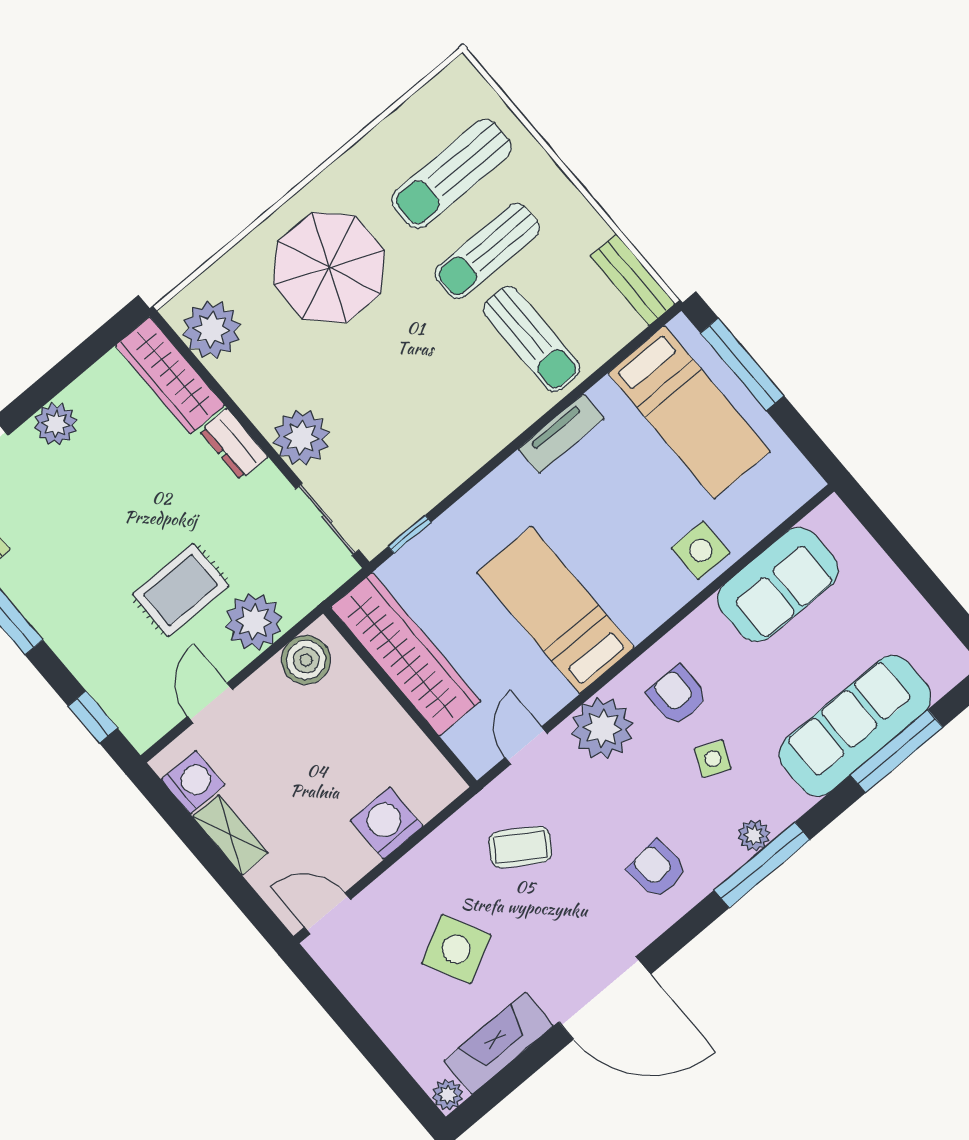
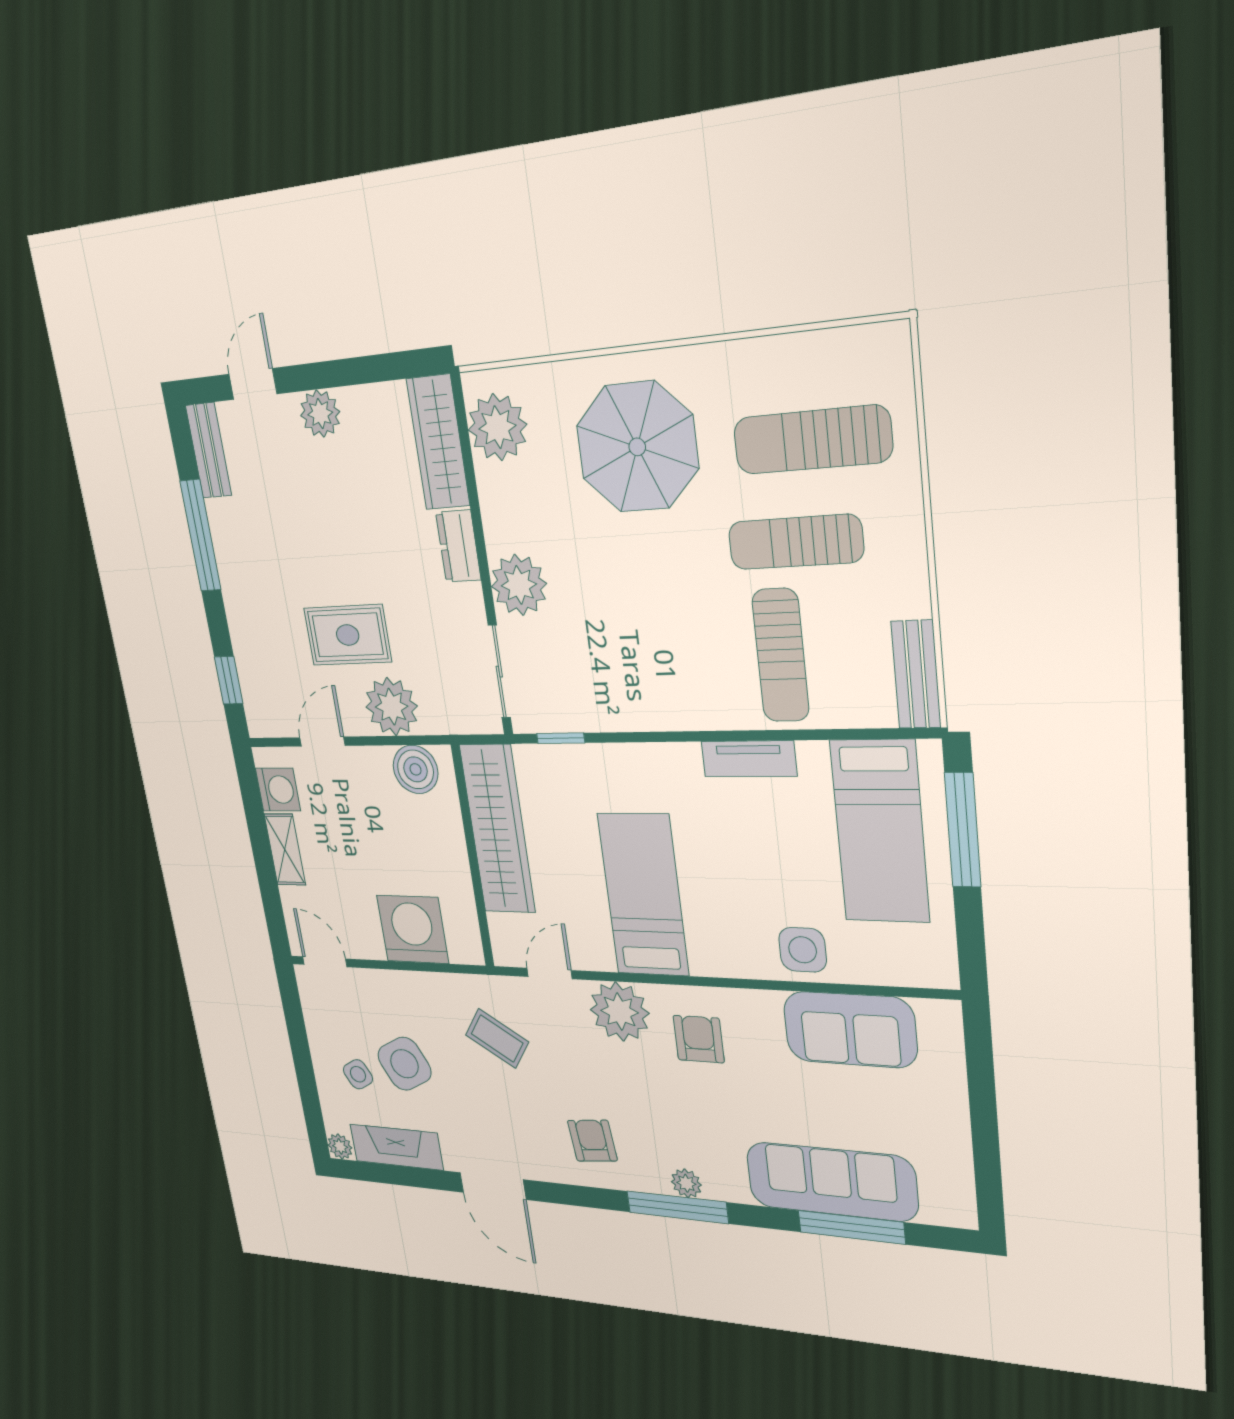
side table: (713, 759) -> (358, 1074), moved, turned 37
washing machine: (387, 823) -> (413, 929), width x1.37, depth x1.37
door: (605, 998) -> (493, 1186), width x0.73

